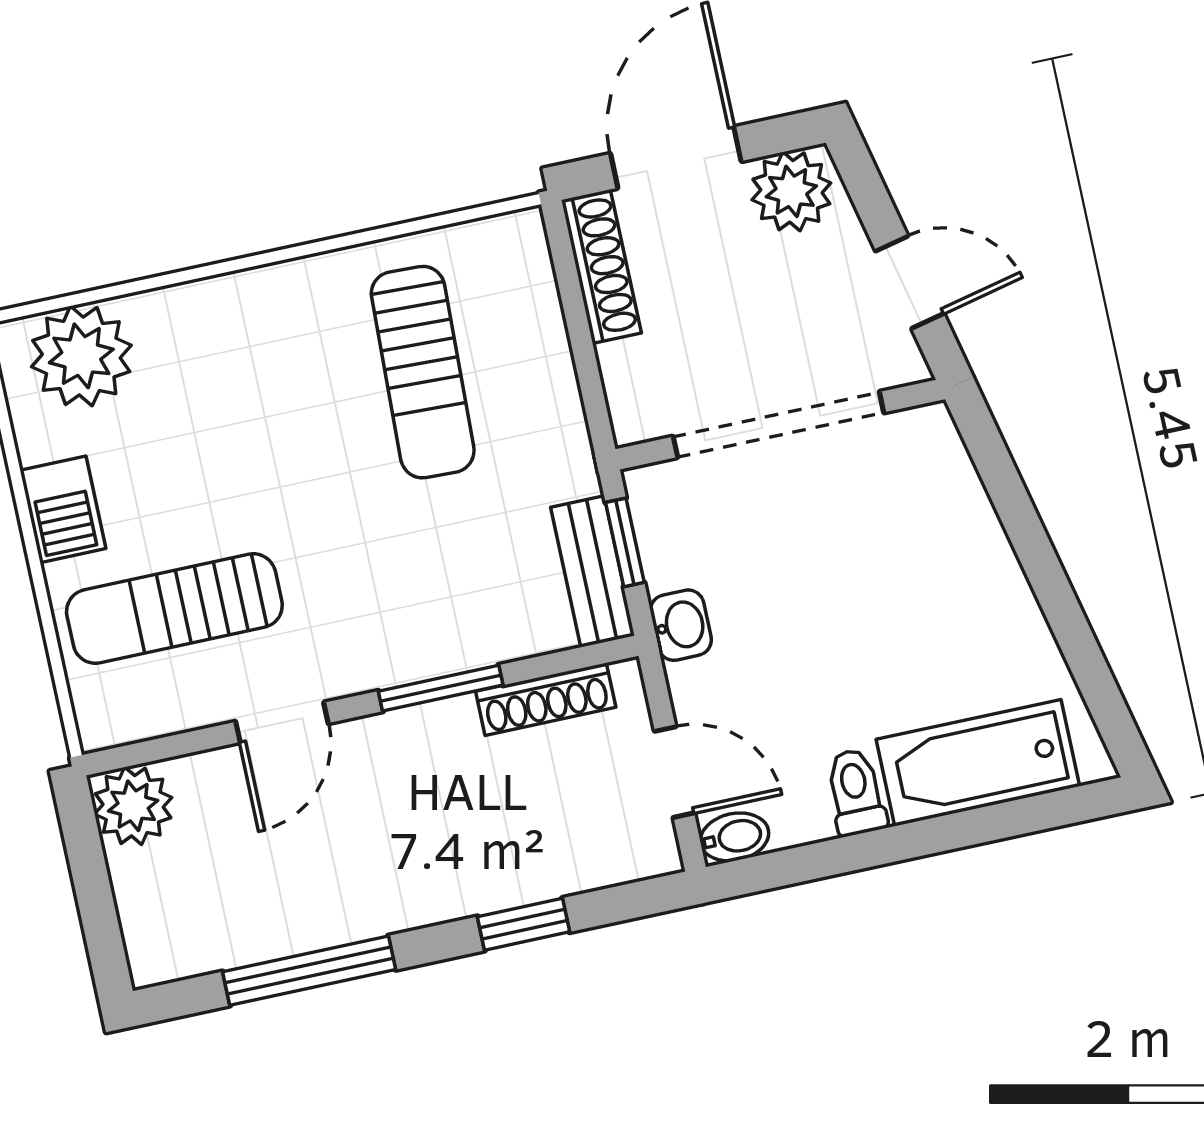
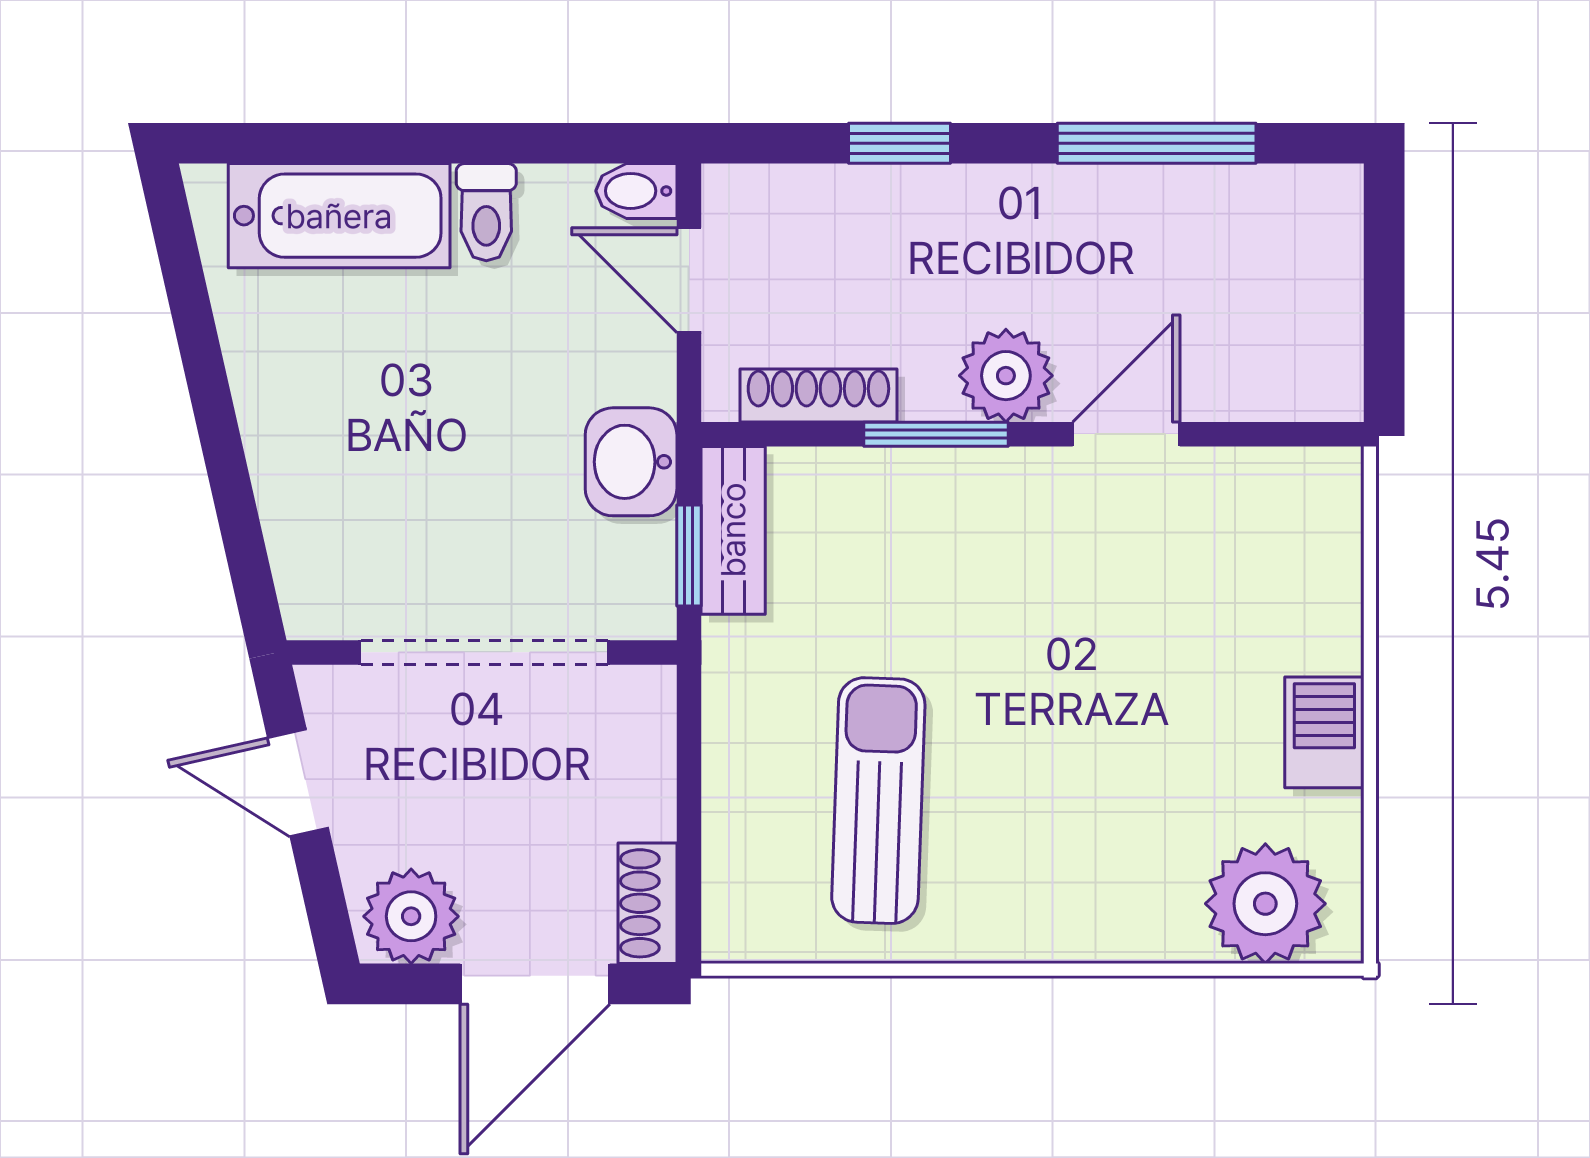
shoe rack: (601, 266) -> (648, 903), width x0.70
sun lounger: (174, 609) -> (1221, 591), removed
washbasin: (681, 625) -> (631, 462), width x1.38, depth x1.45
plant: (133, 806) -> (1006, 376), moved

